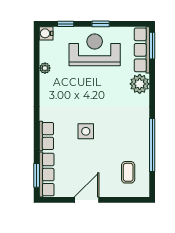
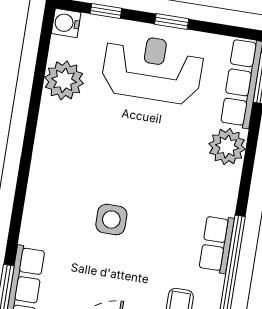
plant: (45, 68) -> (64, 80), width x1.88, depth x1.88
row of seats: (46, 136) -> (217, 244), moved, turned 180

